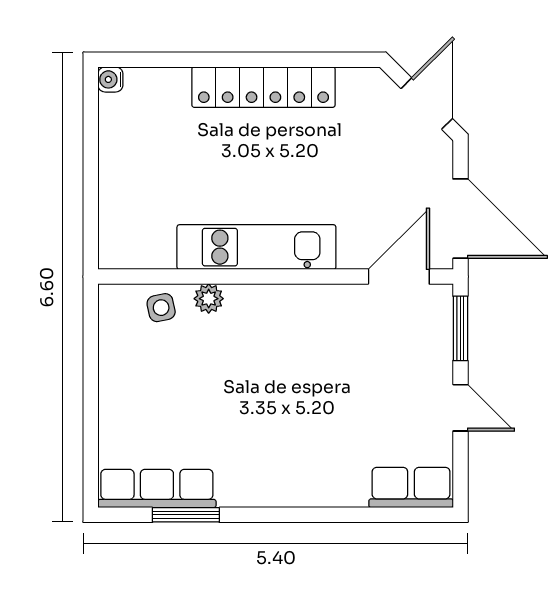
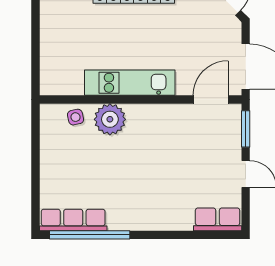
plant: (209, 299) -> (110, 119), width x1.88, depth x1.88
window: (186, 515) -> (90, 235), width x2.11

